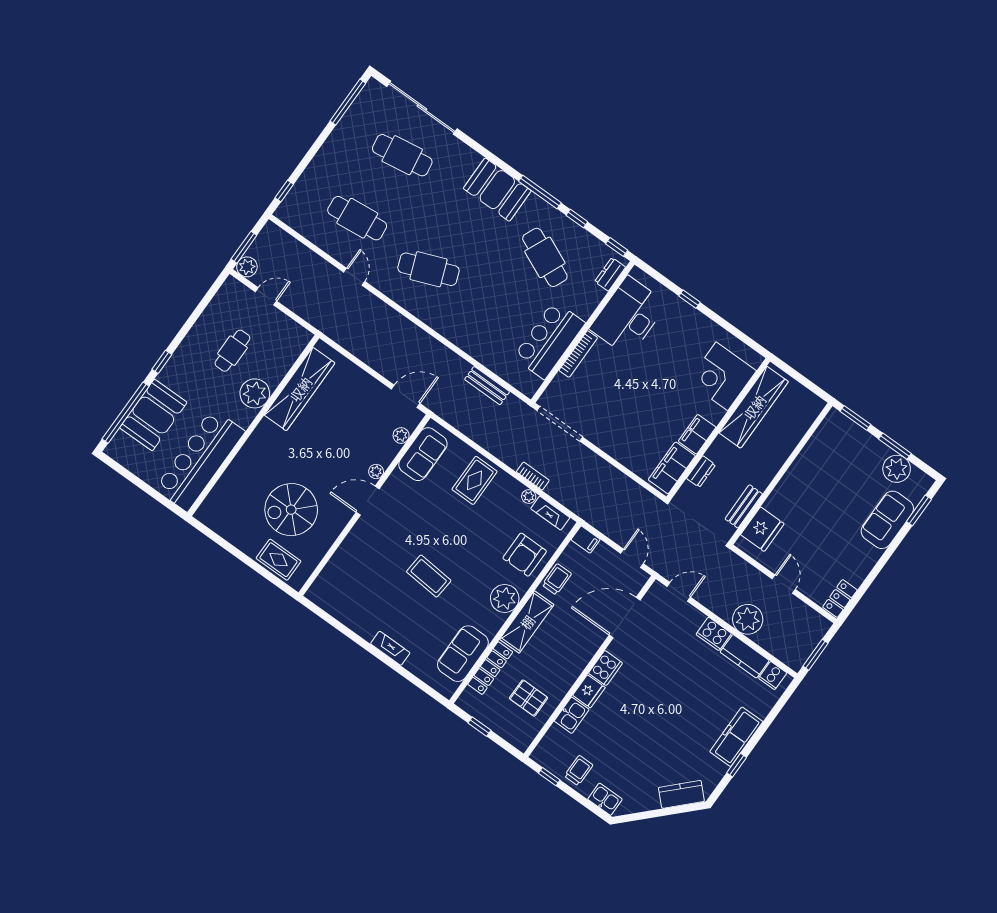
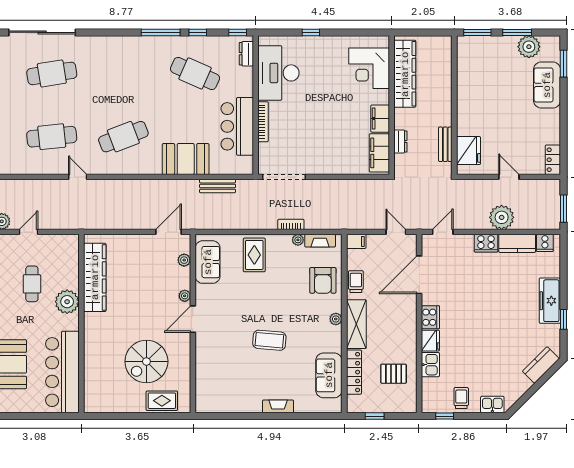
booth: (497, 190) -> (186, 159), moved
plant: (505, 598) -> (336, 319), width x0.53, depth x0.53

